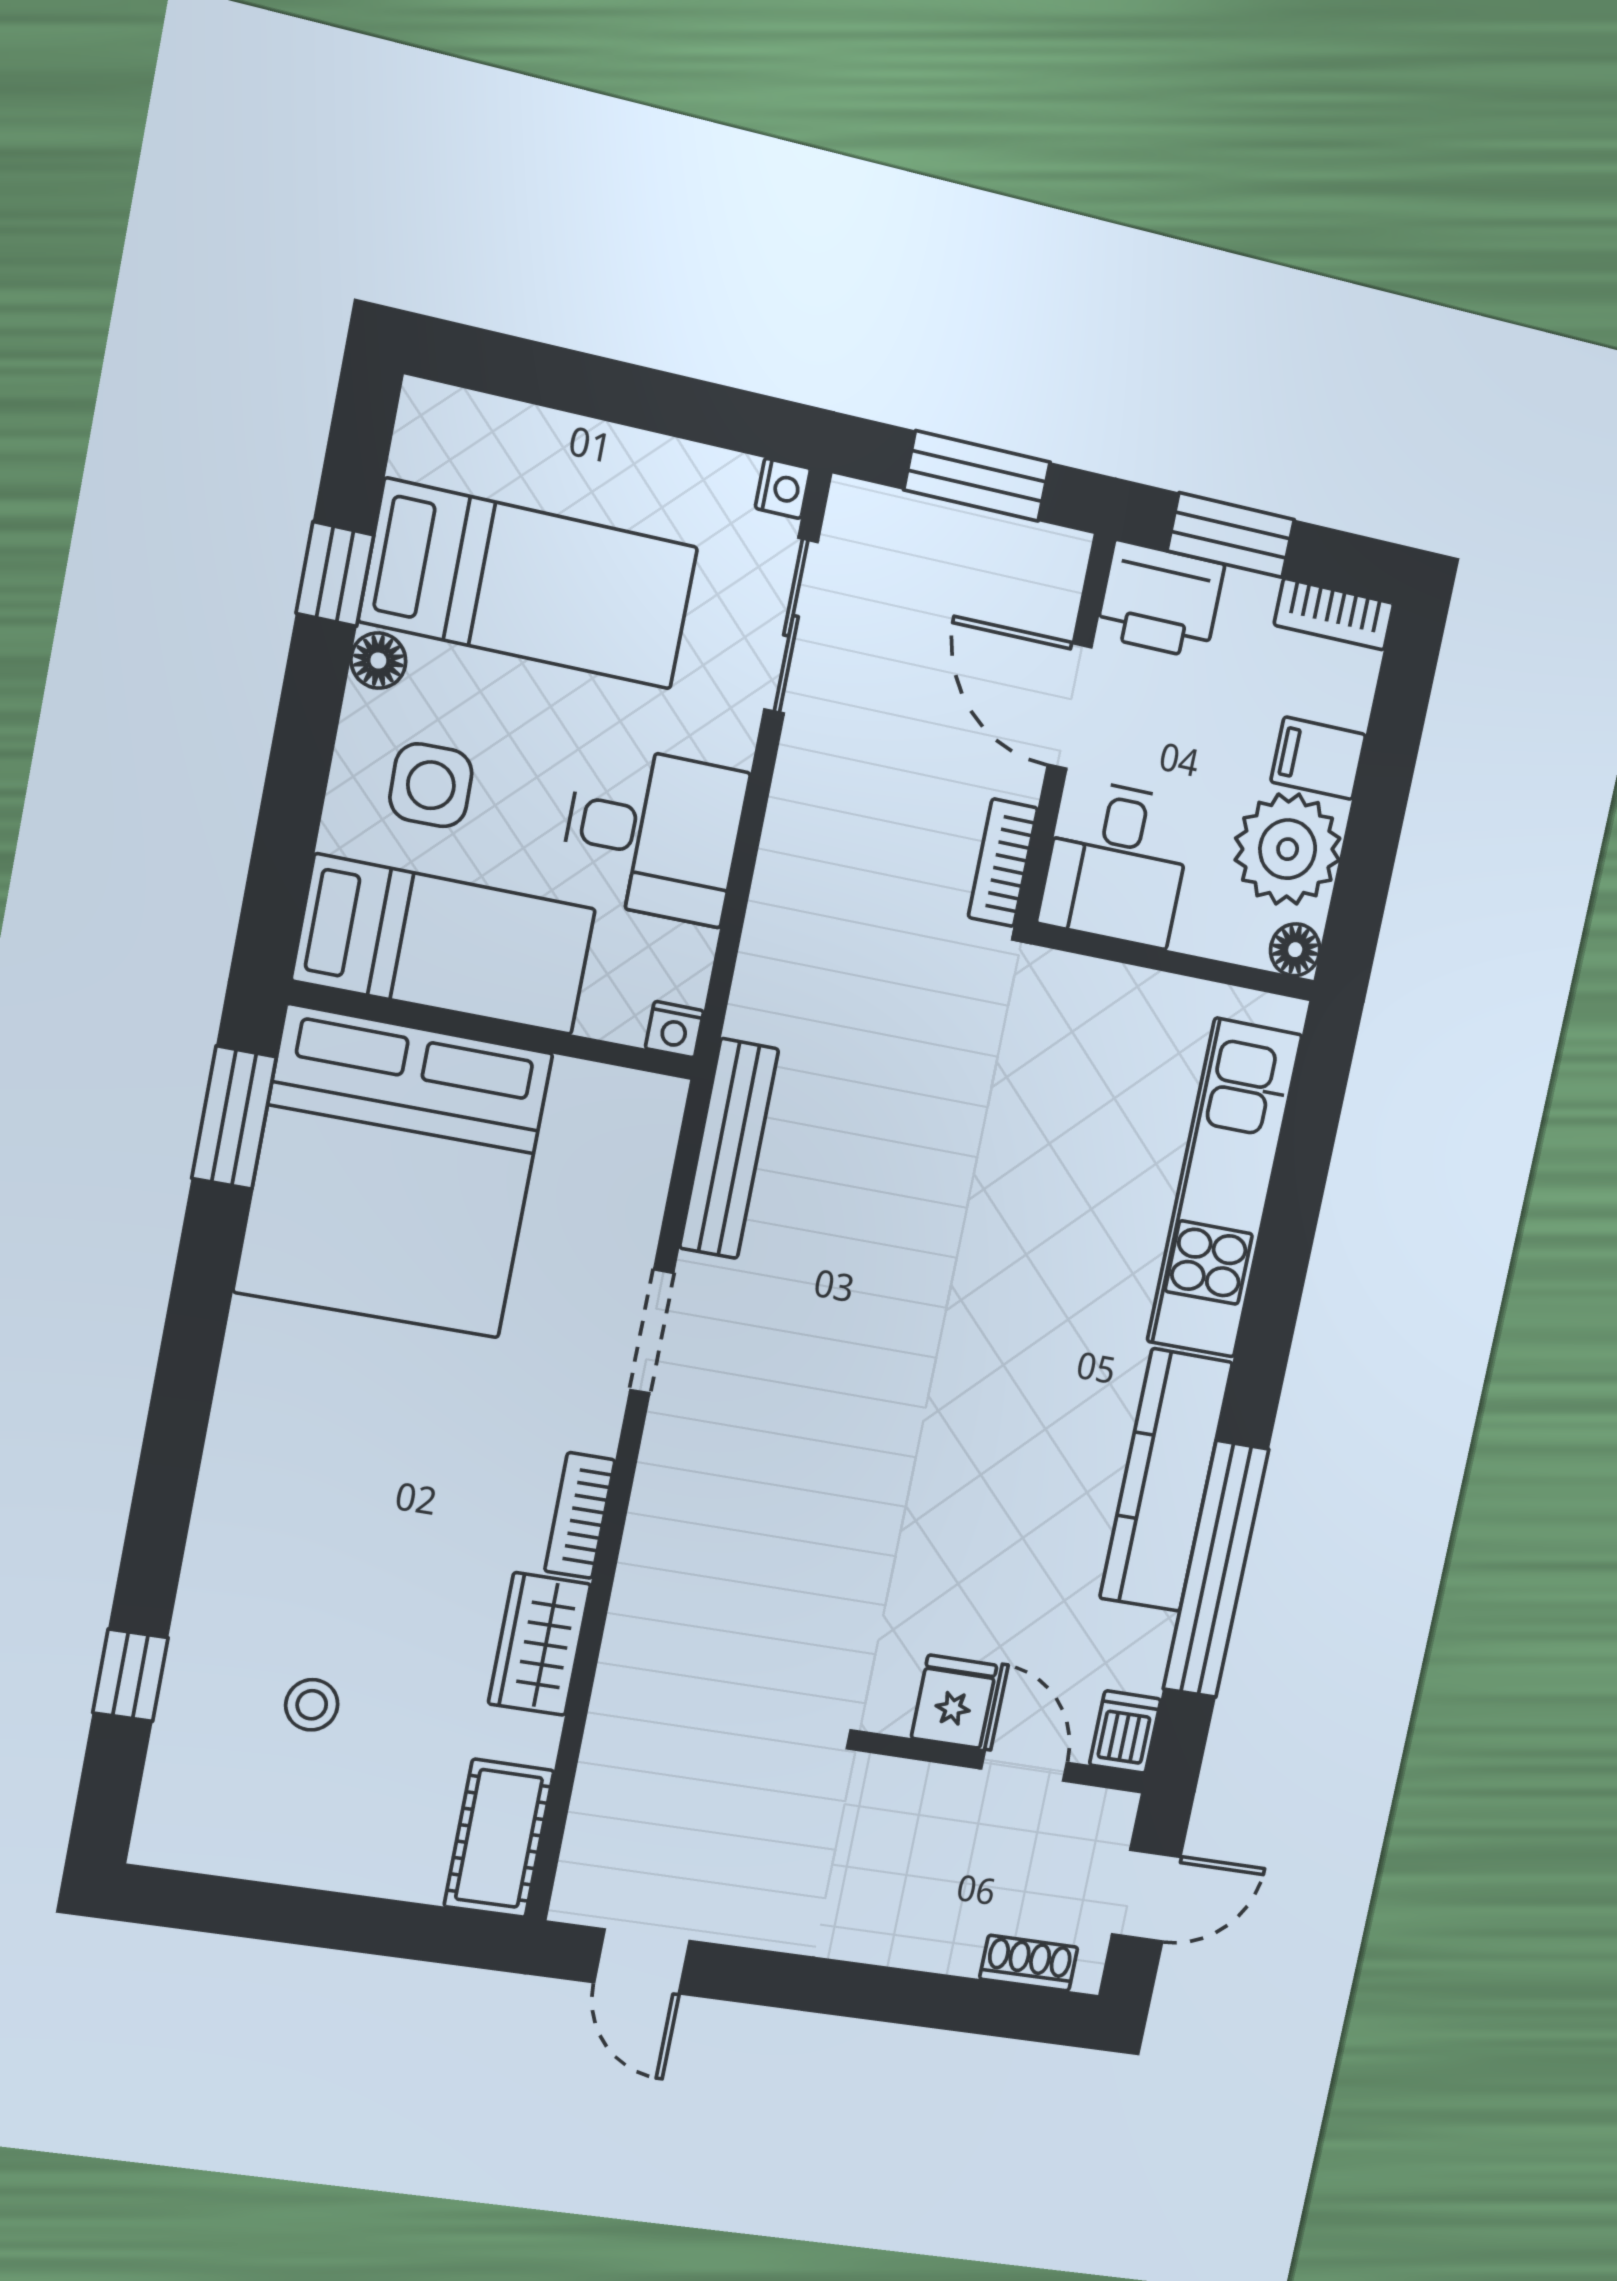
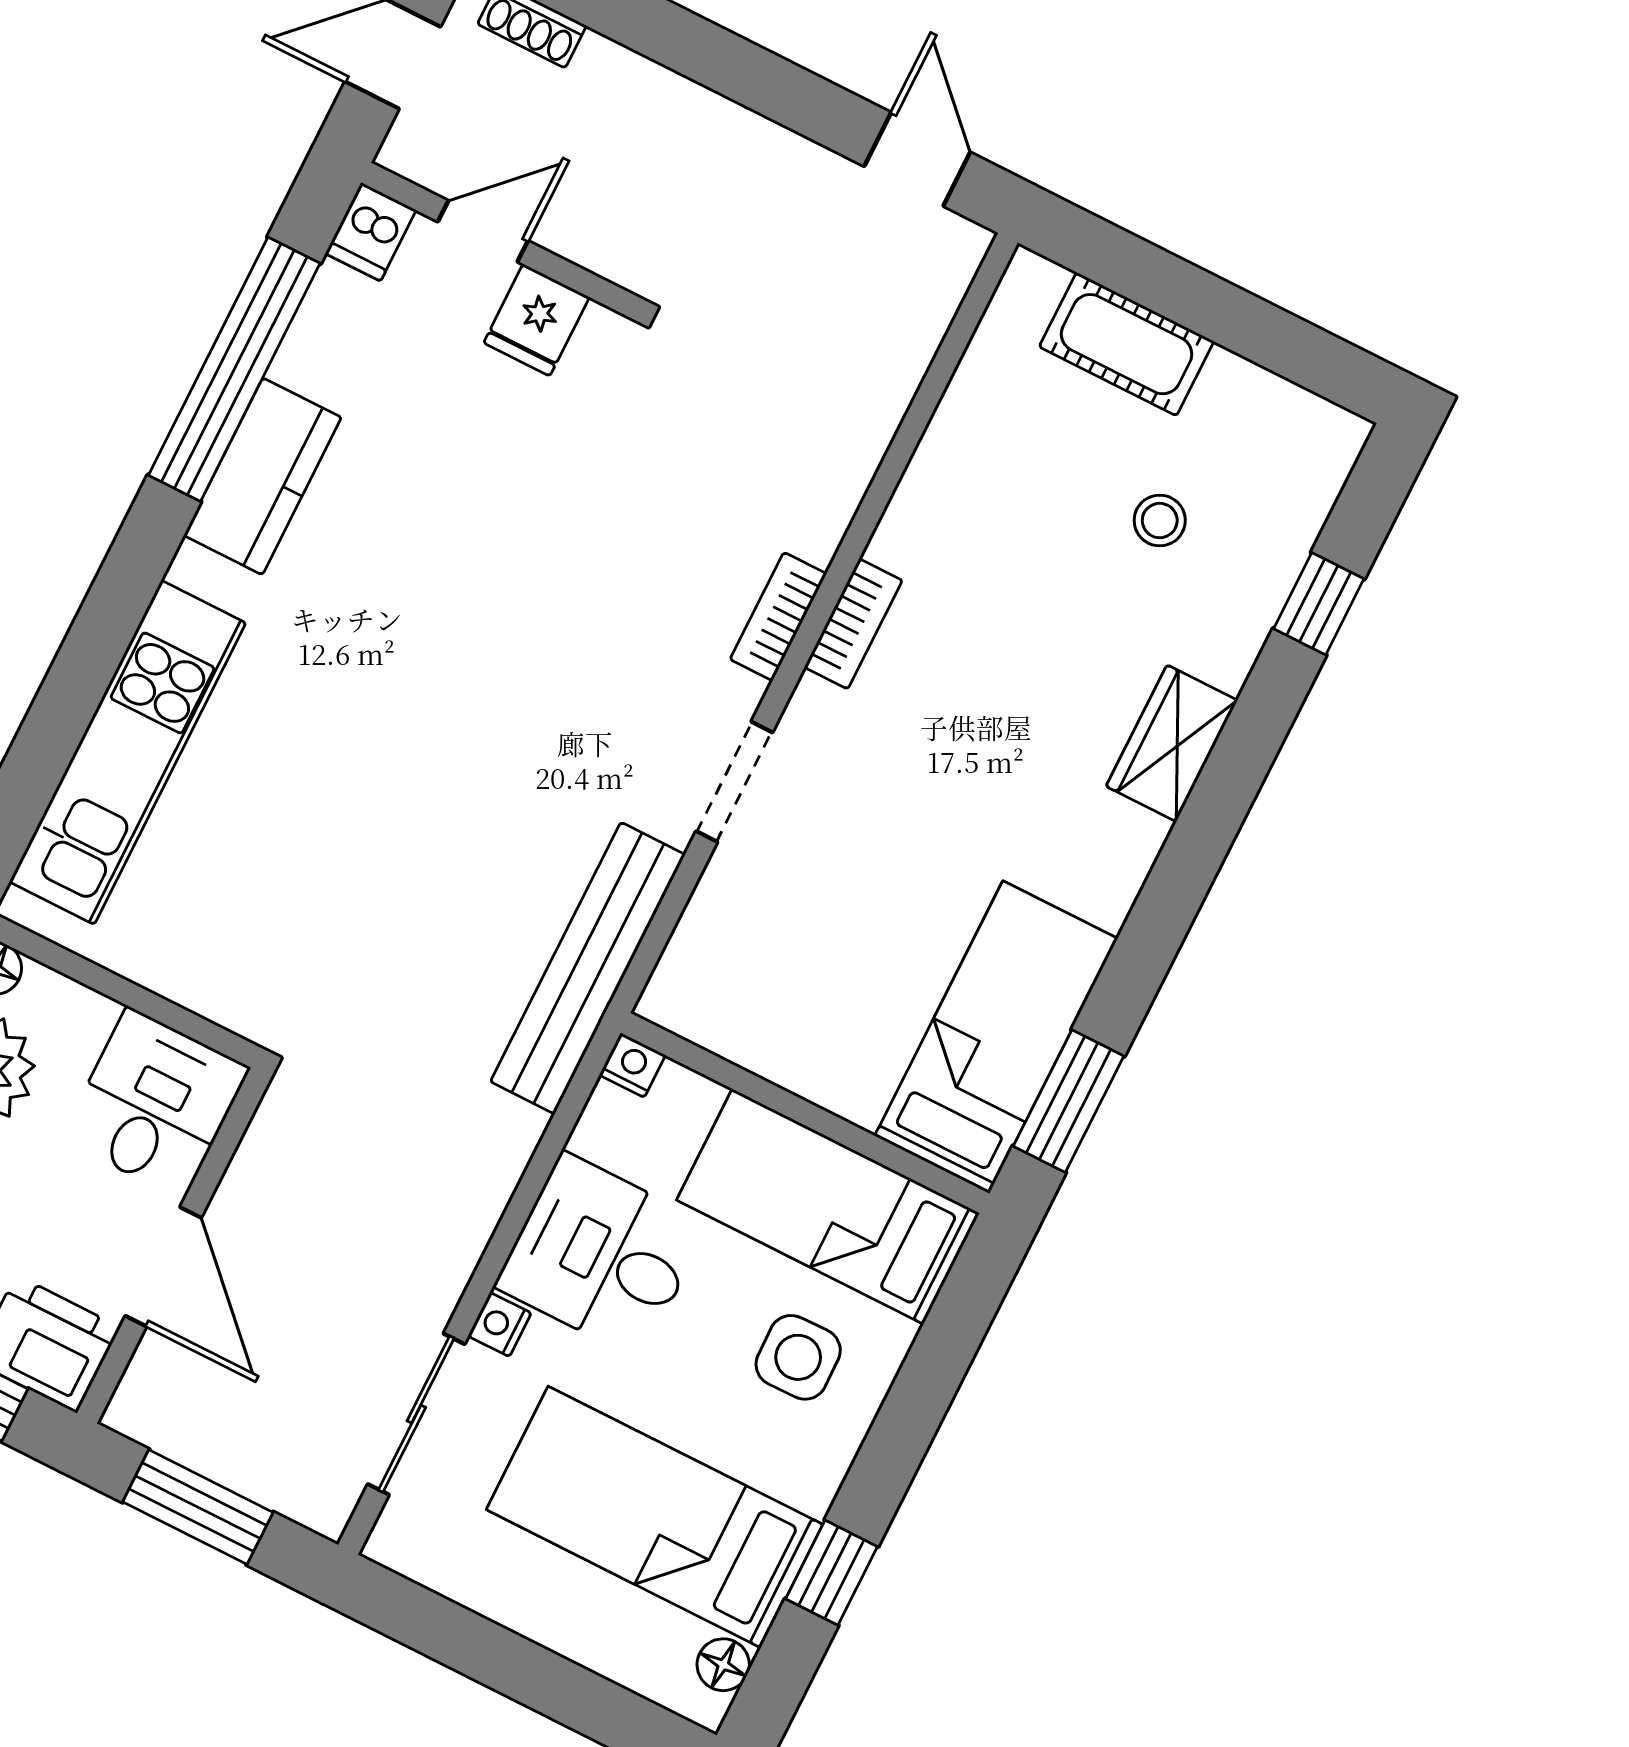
nightstand: (783, 488) -> (500, 1325), moved
floor lamp: (378, 661) -> (723, 1665), moved
bookcase: (1003, 863) -> (778, 617), moved, turned 180
bench: (729, 1149) -> (588, 968), width x1.37, depth x1.21
bed: (393, 1172) -> (996, 1037), width x0.49
kitchen counter: (1166, 1480) -> (263, 476), width x0.67
wardrobe: (539, 1644) -> (1172, 743), moved, turned 180
door: (1024, 1766) -> (483, 231), swing flipped
cot: (499, 1838) -> (1127, 344), moved, turned 90

